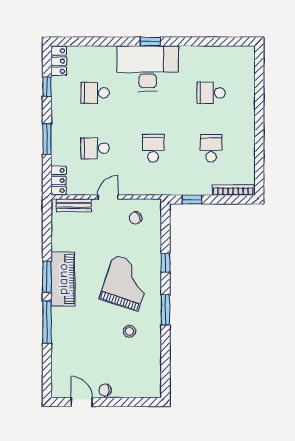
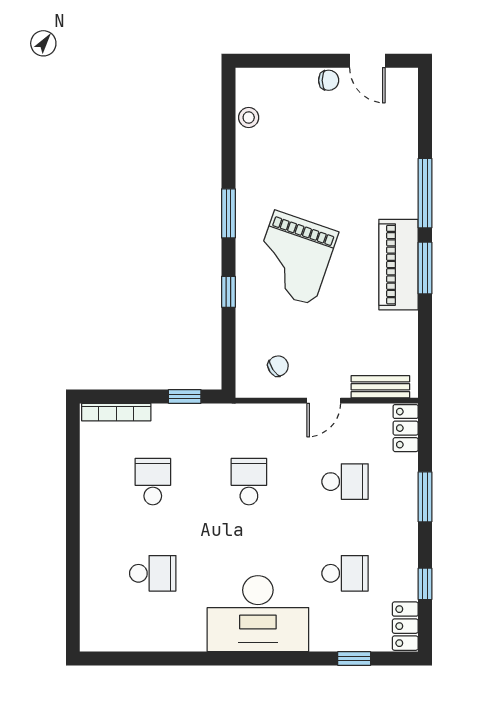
window: (150, 42) -> (354, 658), moved
school desk: (153, 148) -> (249, 482), turned 180
school desk: (211, 148) -> (153, 482), turned 180
stool: (129, 331) -> (249, 117), moved

